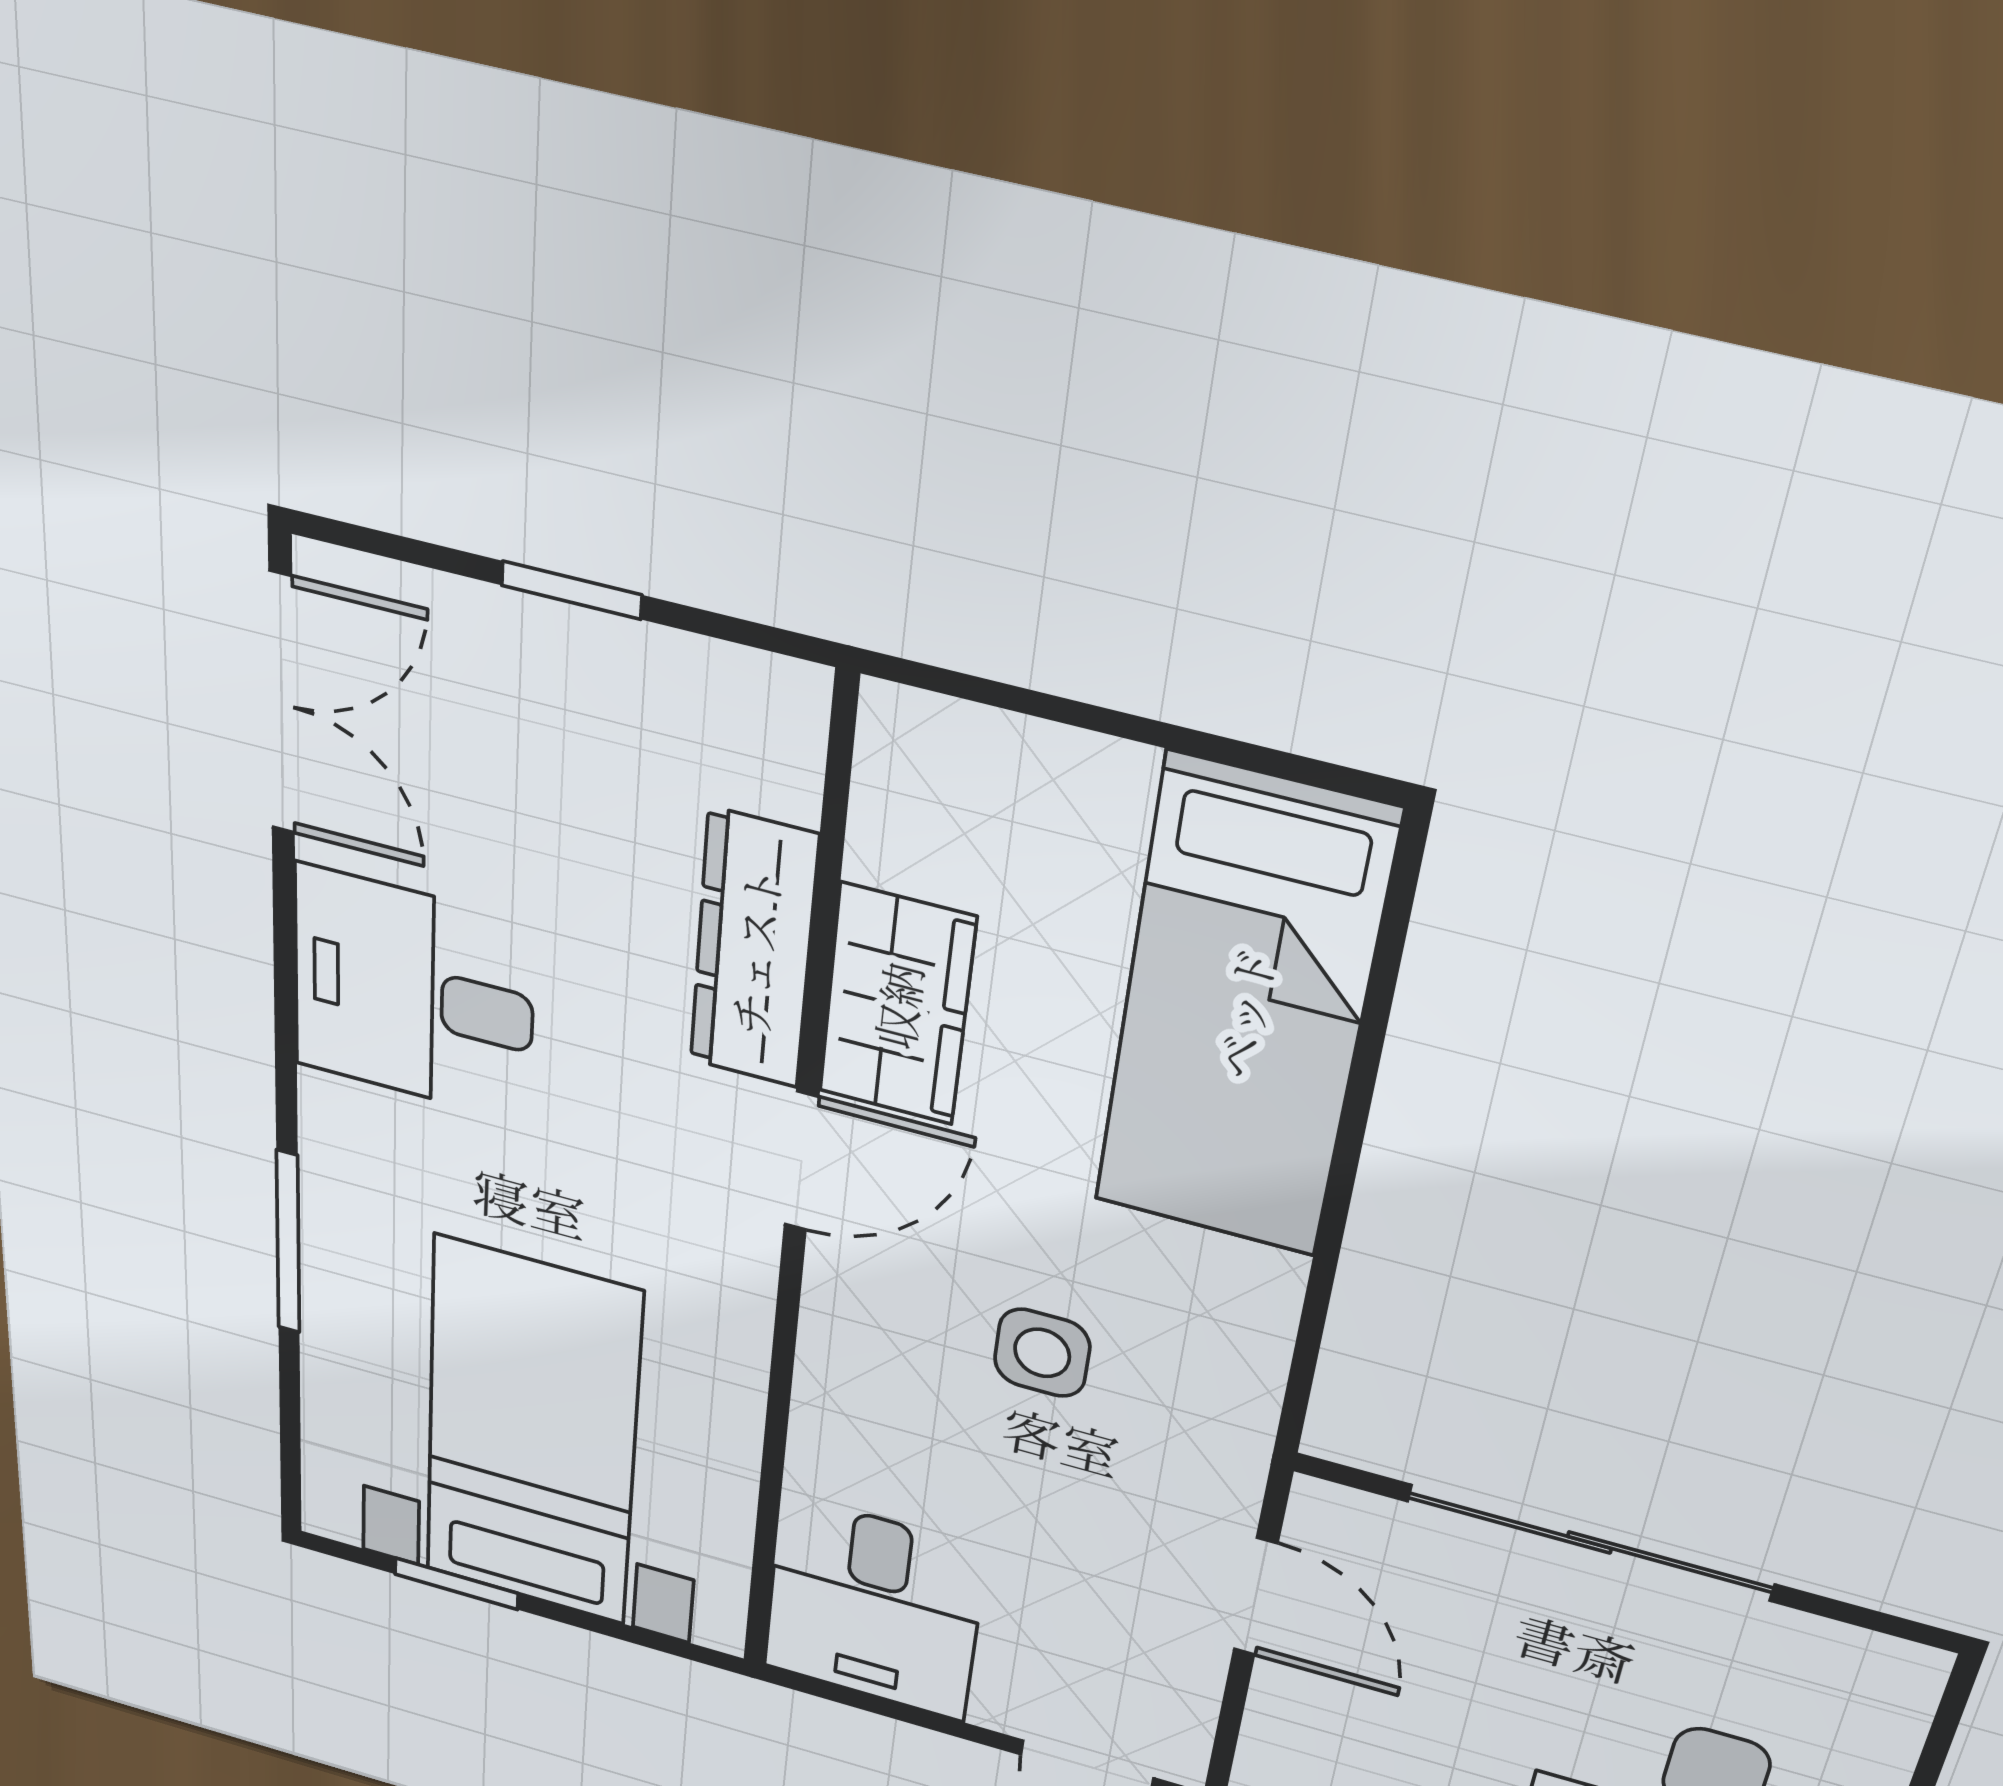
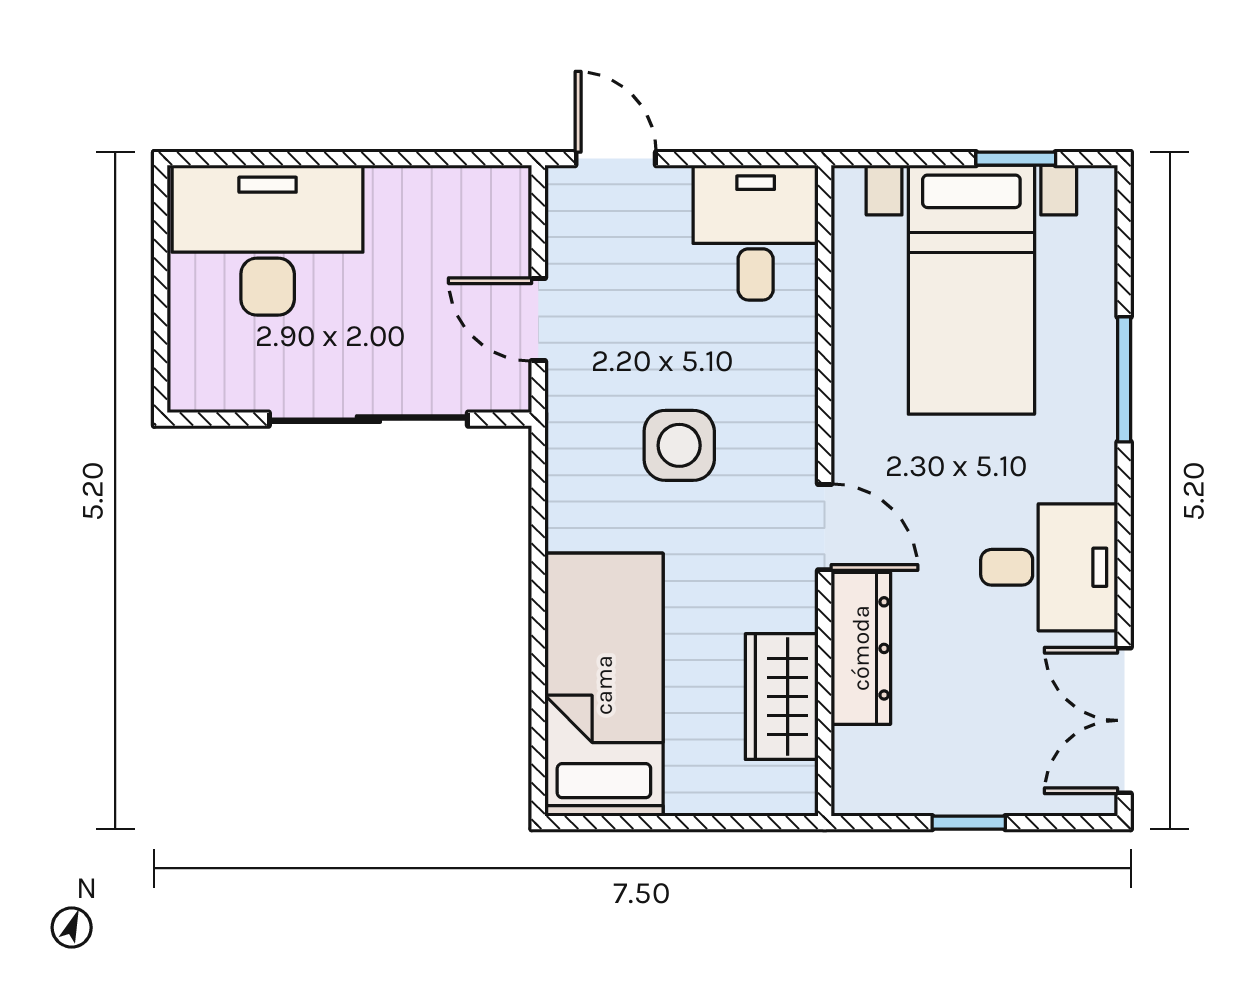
wardrobe: (897, 1005) -> (782, 697), moved
door: (801, 1161) -> (825, 527), swing flipped
side table: (1042, 1353) -> (679, 445), width x1.37, depth x1.37

